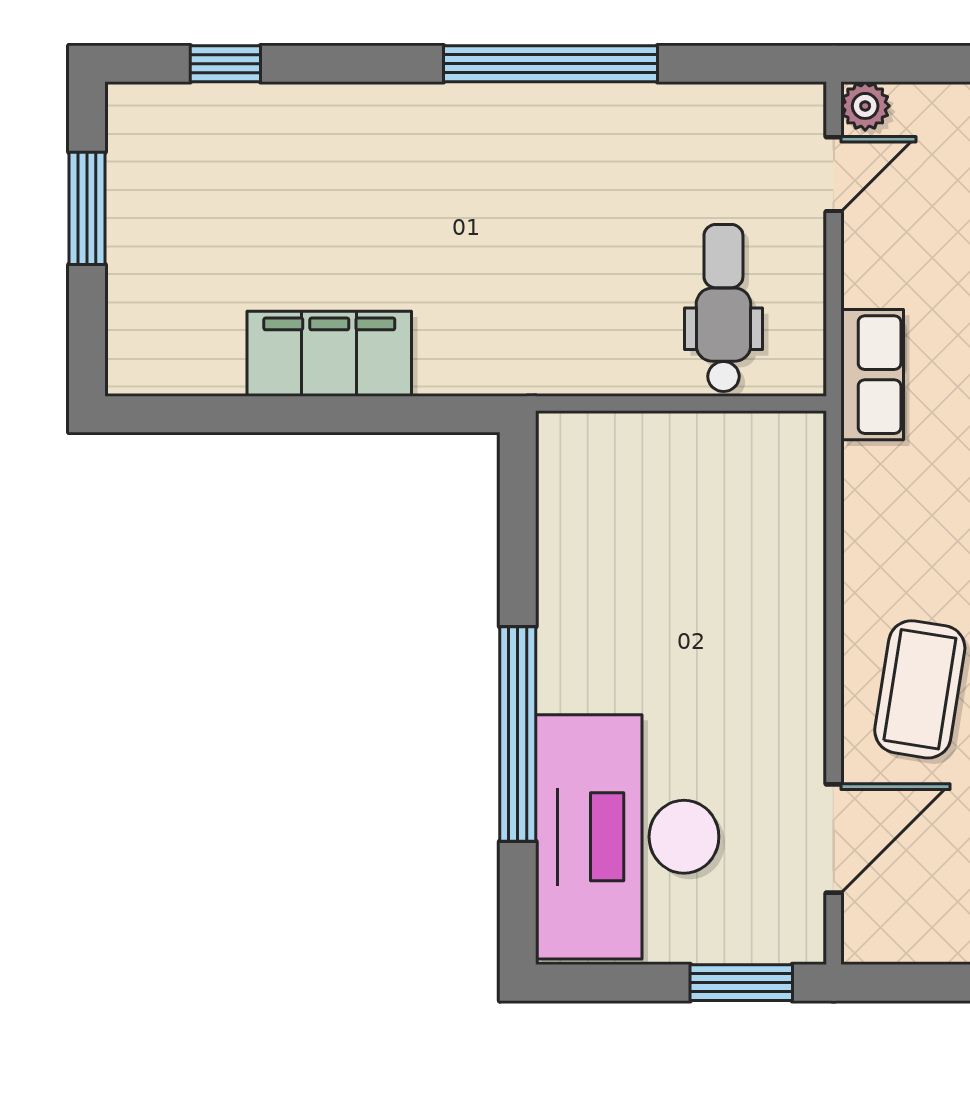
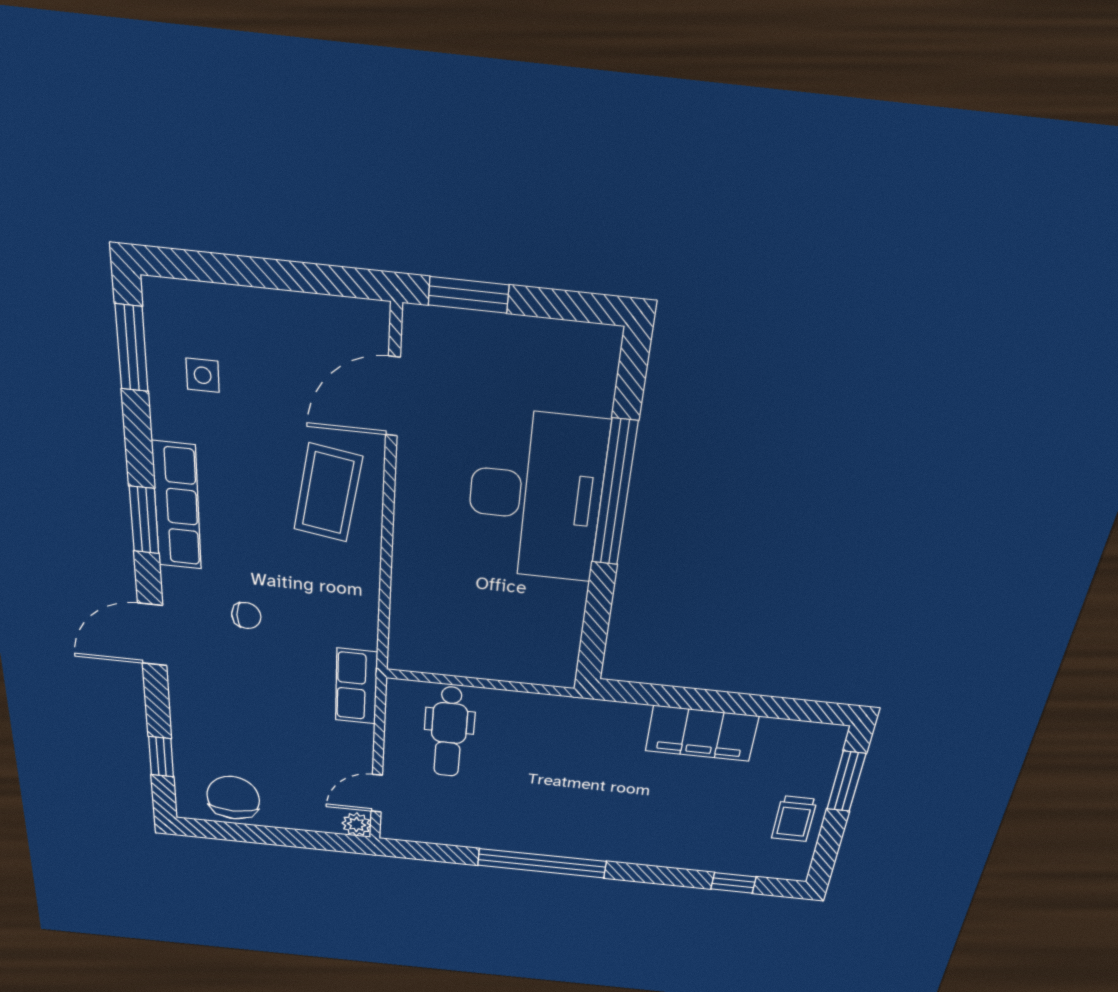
window: (87, 208) -> (846, 781), moved
trolley: (153, 209) -> (794, 819), added
desk: (627, 837) -> (536, 496), moved

